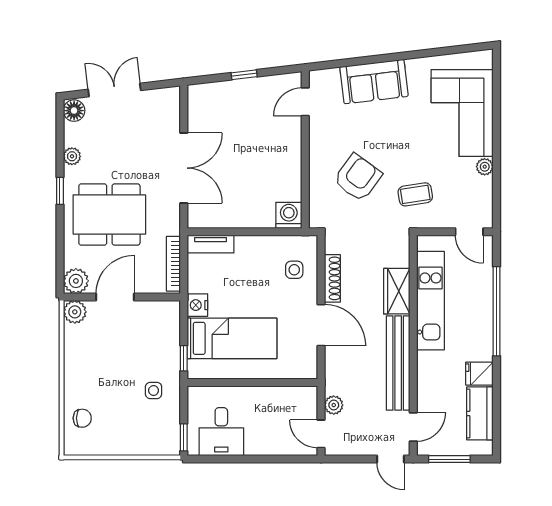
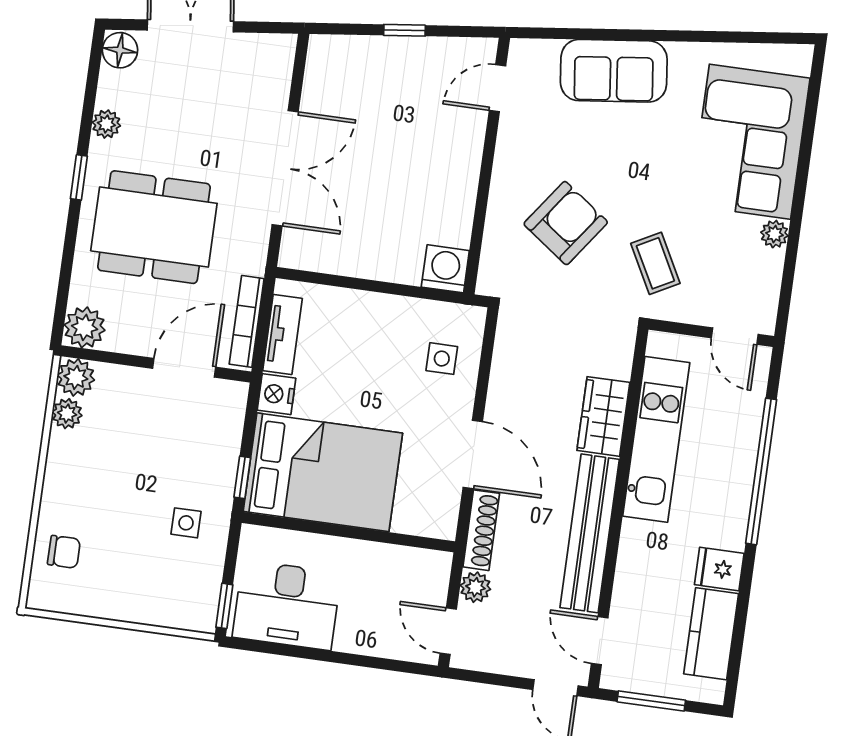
coffee table: (415, 194) -> (655, 263), turned 71
tv unit: (211, 244) -> (282, 334), moved, turned -90
shoe rack: (332, 278) -> (481, 530), moved
door: (115, 297) -> (184, 368), moved
plant: (73, 334) -> (67, 414), added
bed: (232, 338) -> (323, 472), width x1.50
door: (413, 427) -> (600, 641), swing flipped
desk: (221, 432) -> (287, 605), width x1.37

